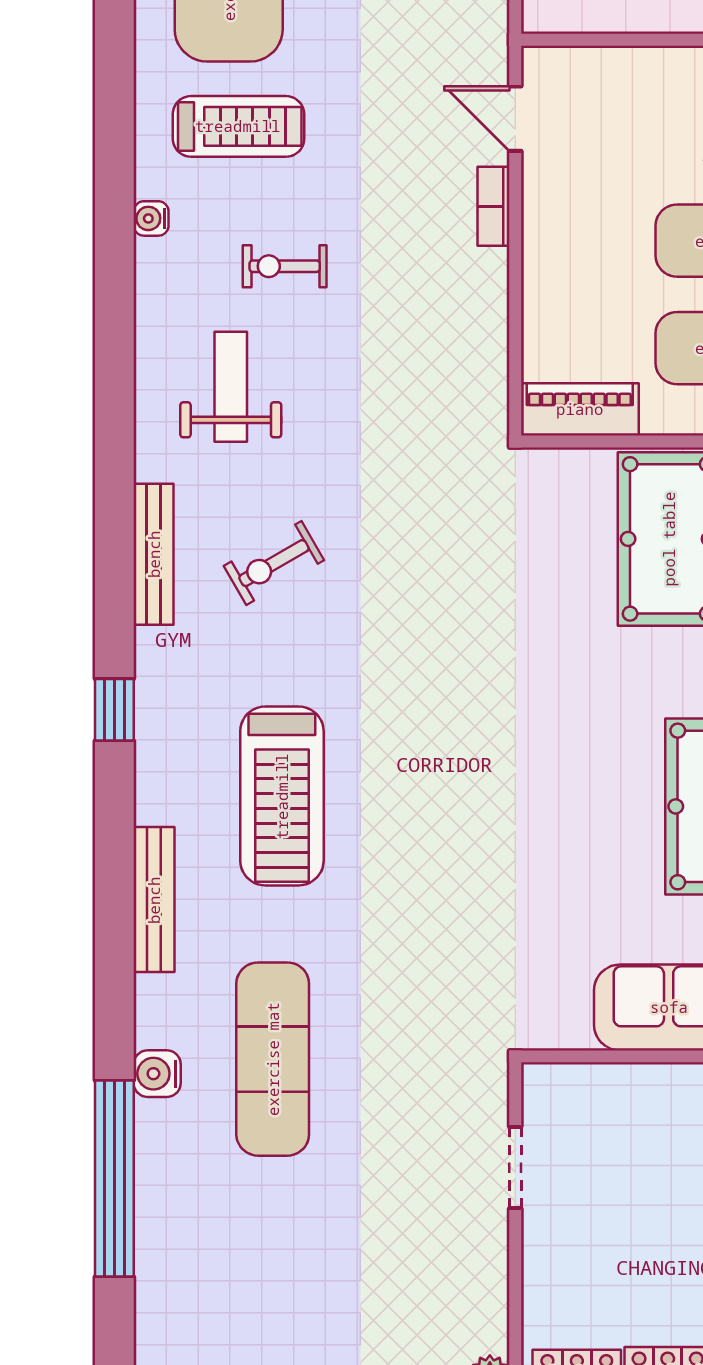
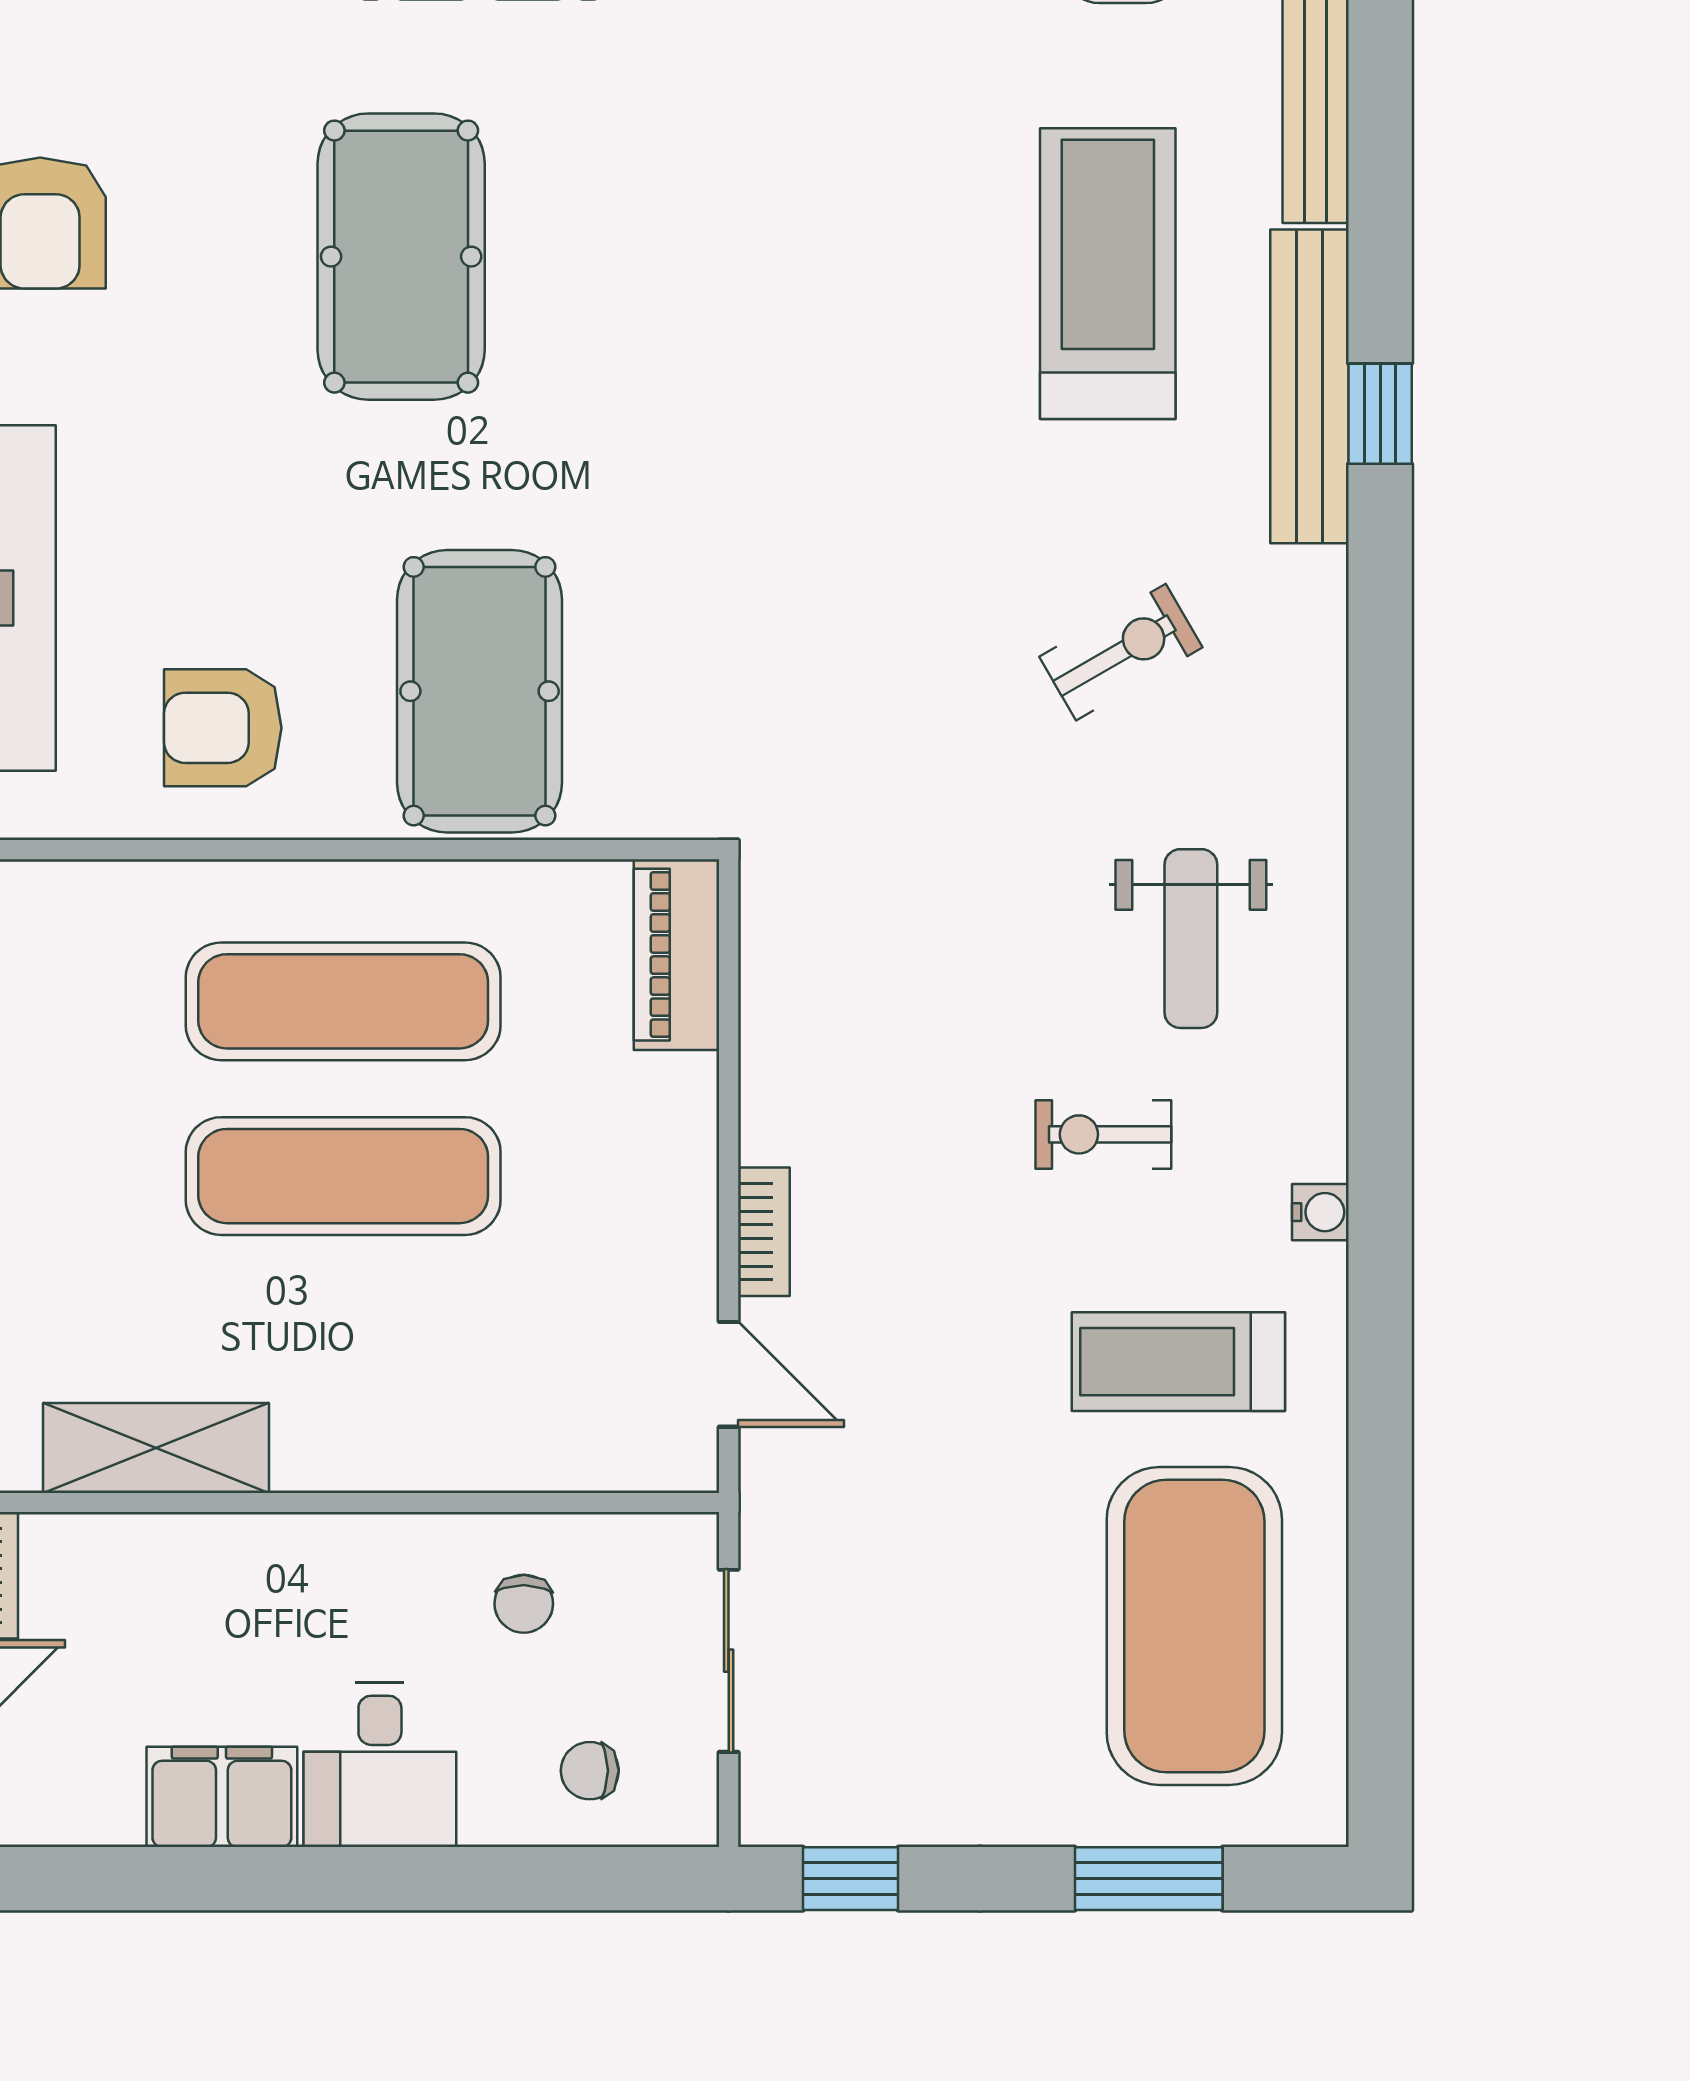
exercise bike: (285, 266) -> (1103, 1134), turned 180
piano: (580, 409) -> (676, 955), moved, turned 90
bench: (154, 554) -> (1310, 386), moved, width x1.37, depth x1.21

